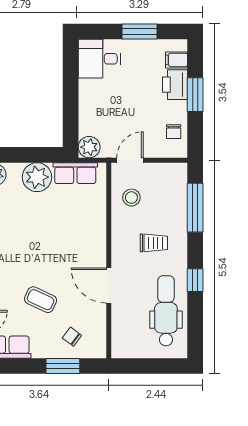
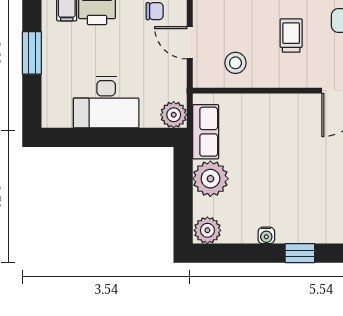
desk: (99, 59) -> (106, 102), moved, width x1.37
door: (130, 160) -> (190, 43), moved

